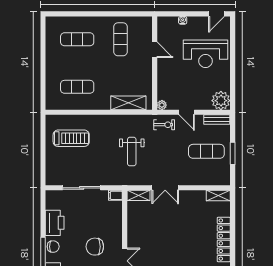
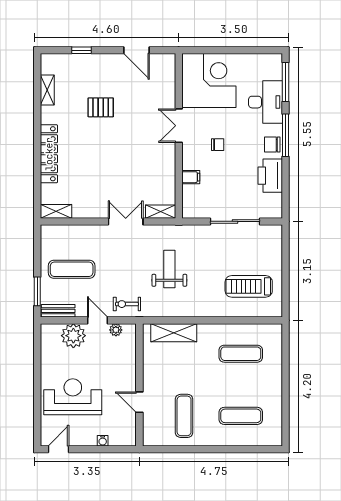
plant: (221, 101) -> (73, 336), moved
plant: (162, 105) -> (116, 330), moved
window: (233, 153) -> (37, 291), moved
filing cabinet: (115, 195) -> (191, 177), moved
chair: (95, 247) -> (218, 145), width x0.54, depth x0.54

